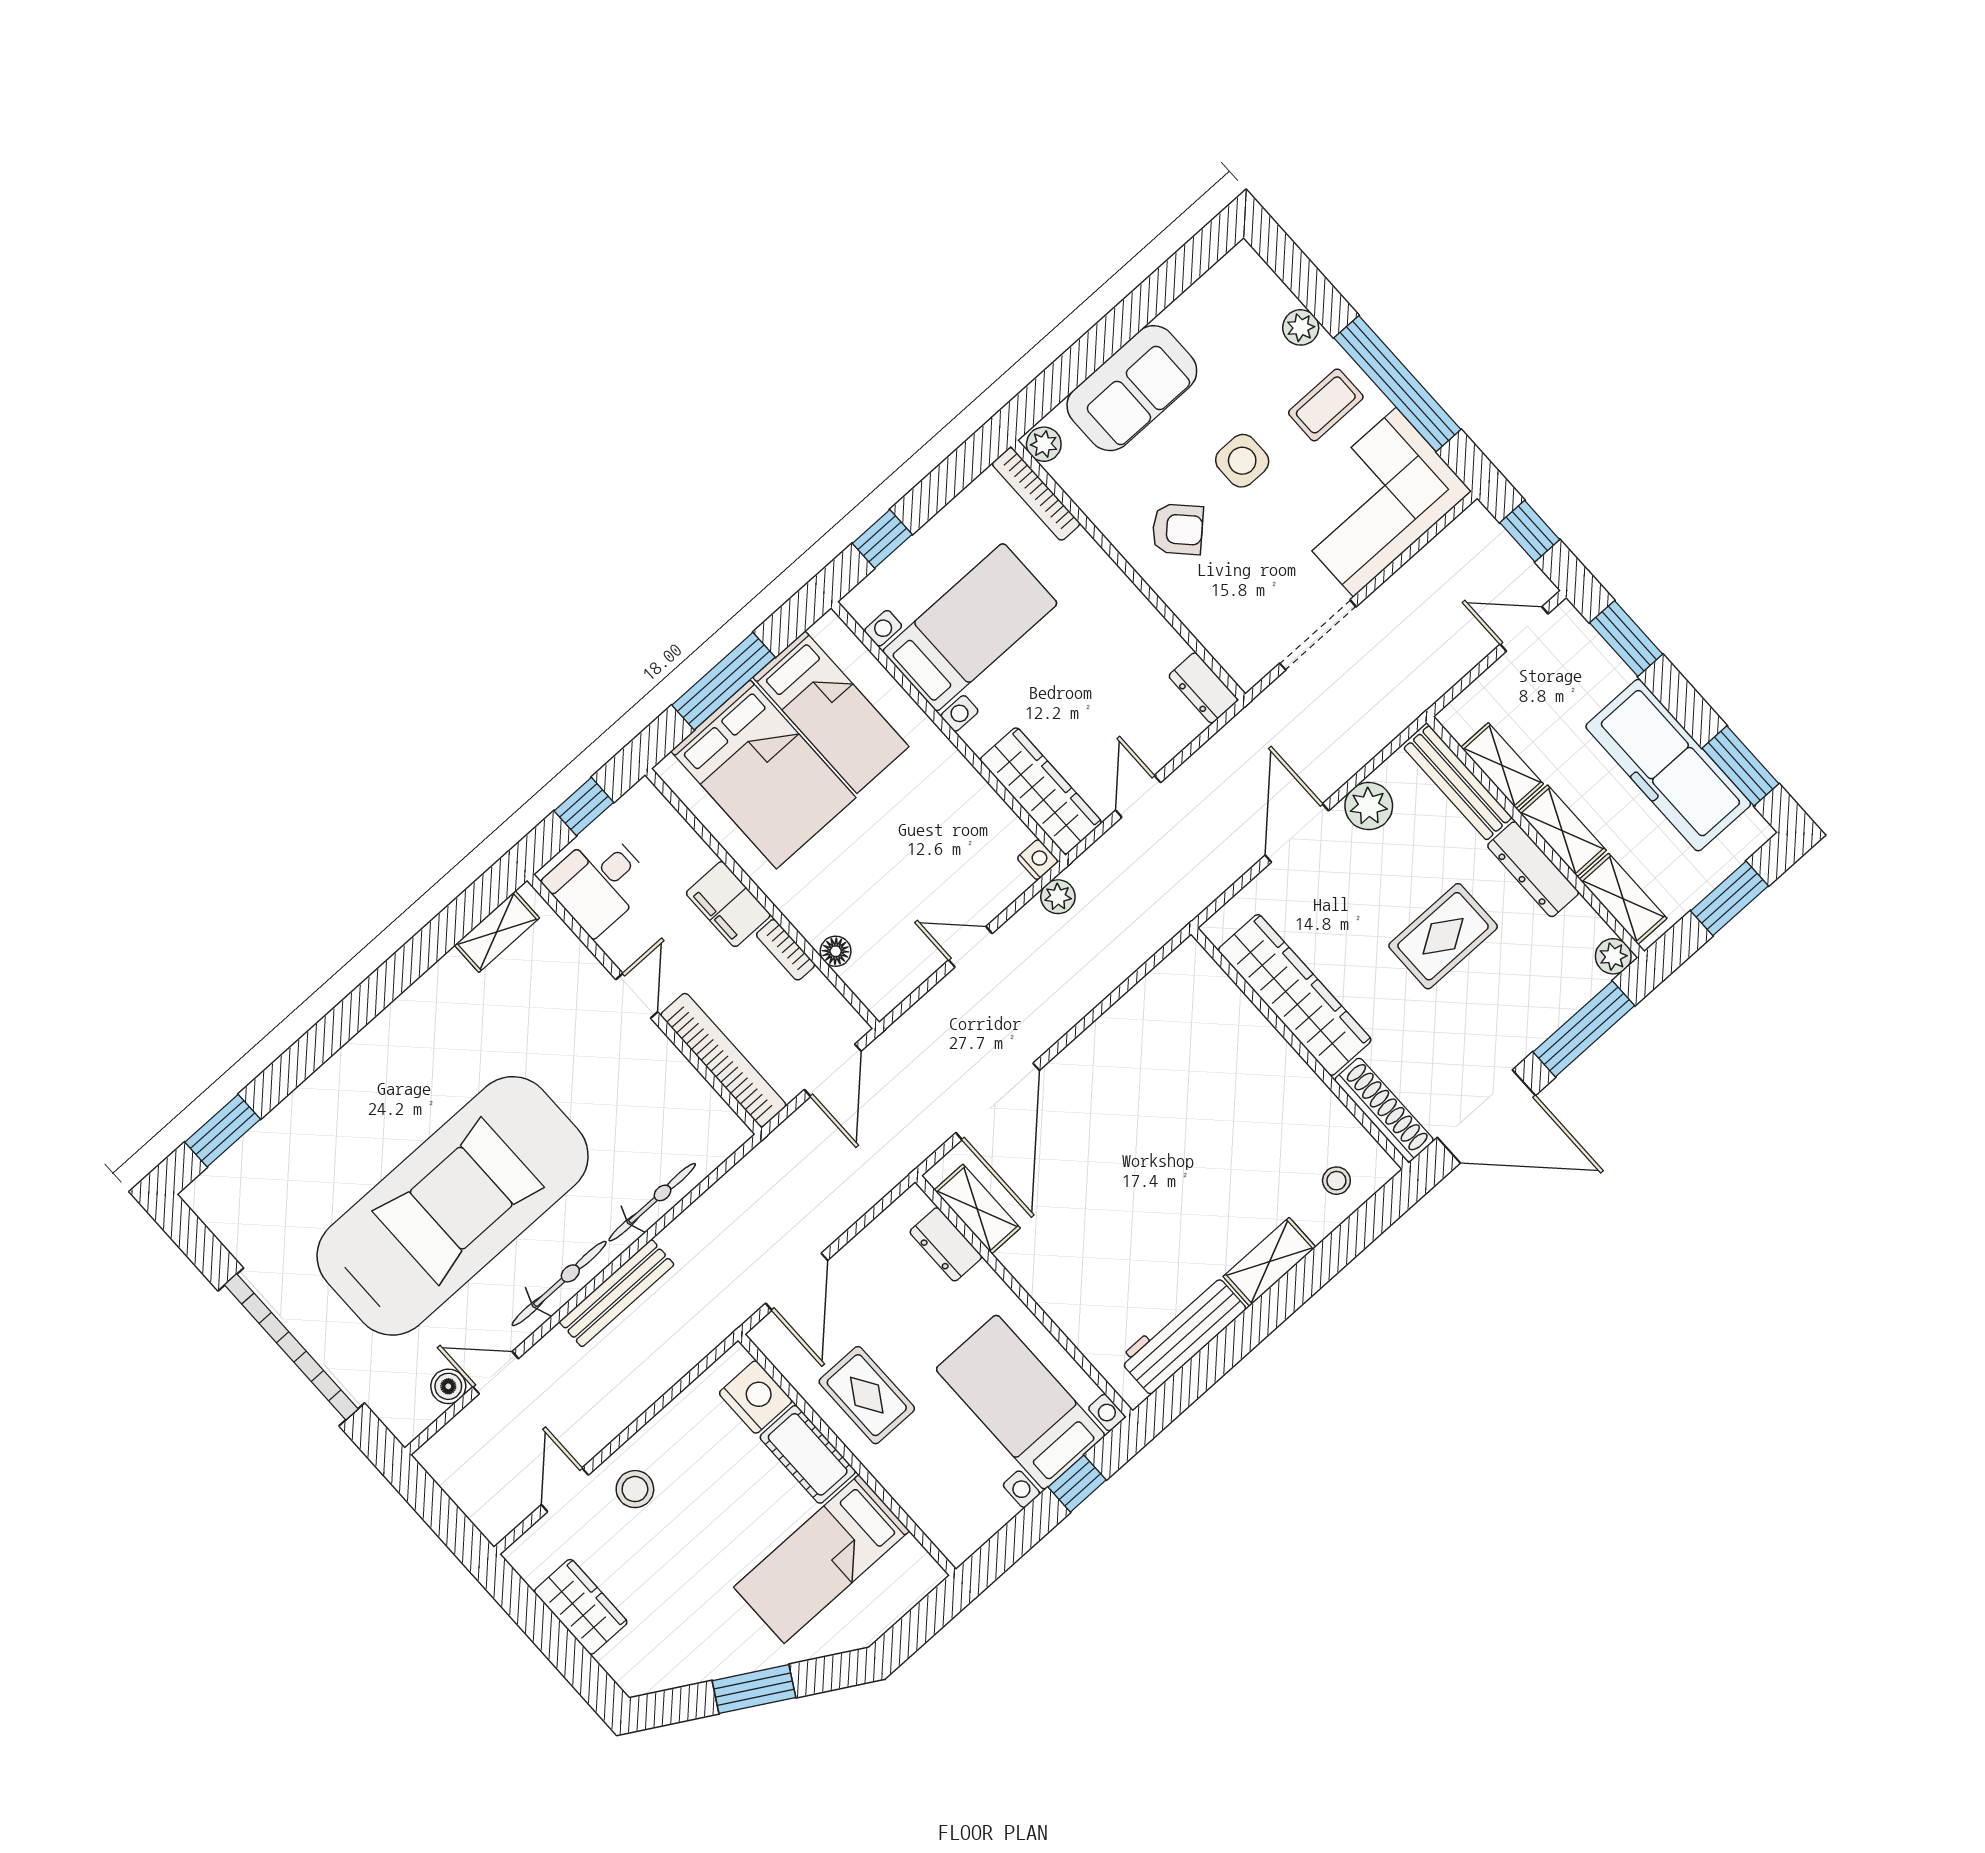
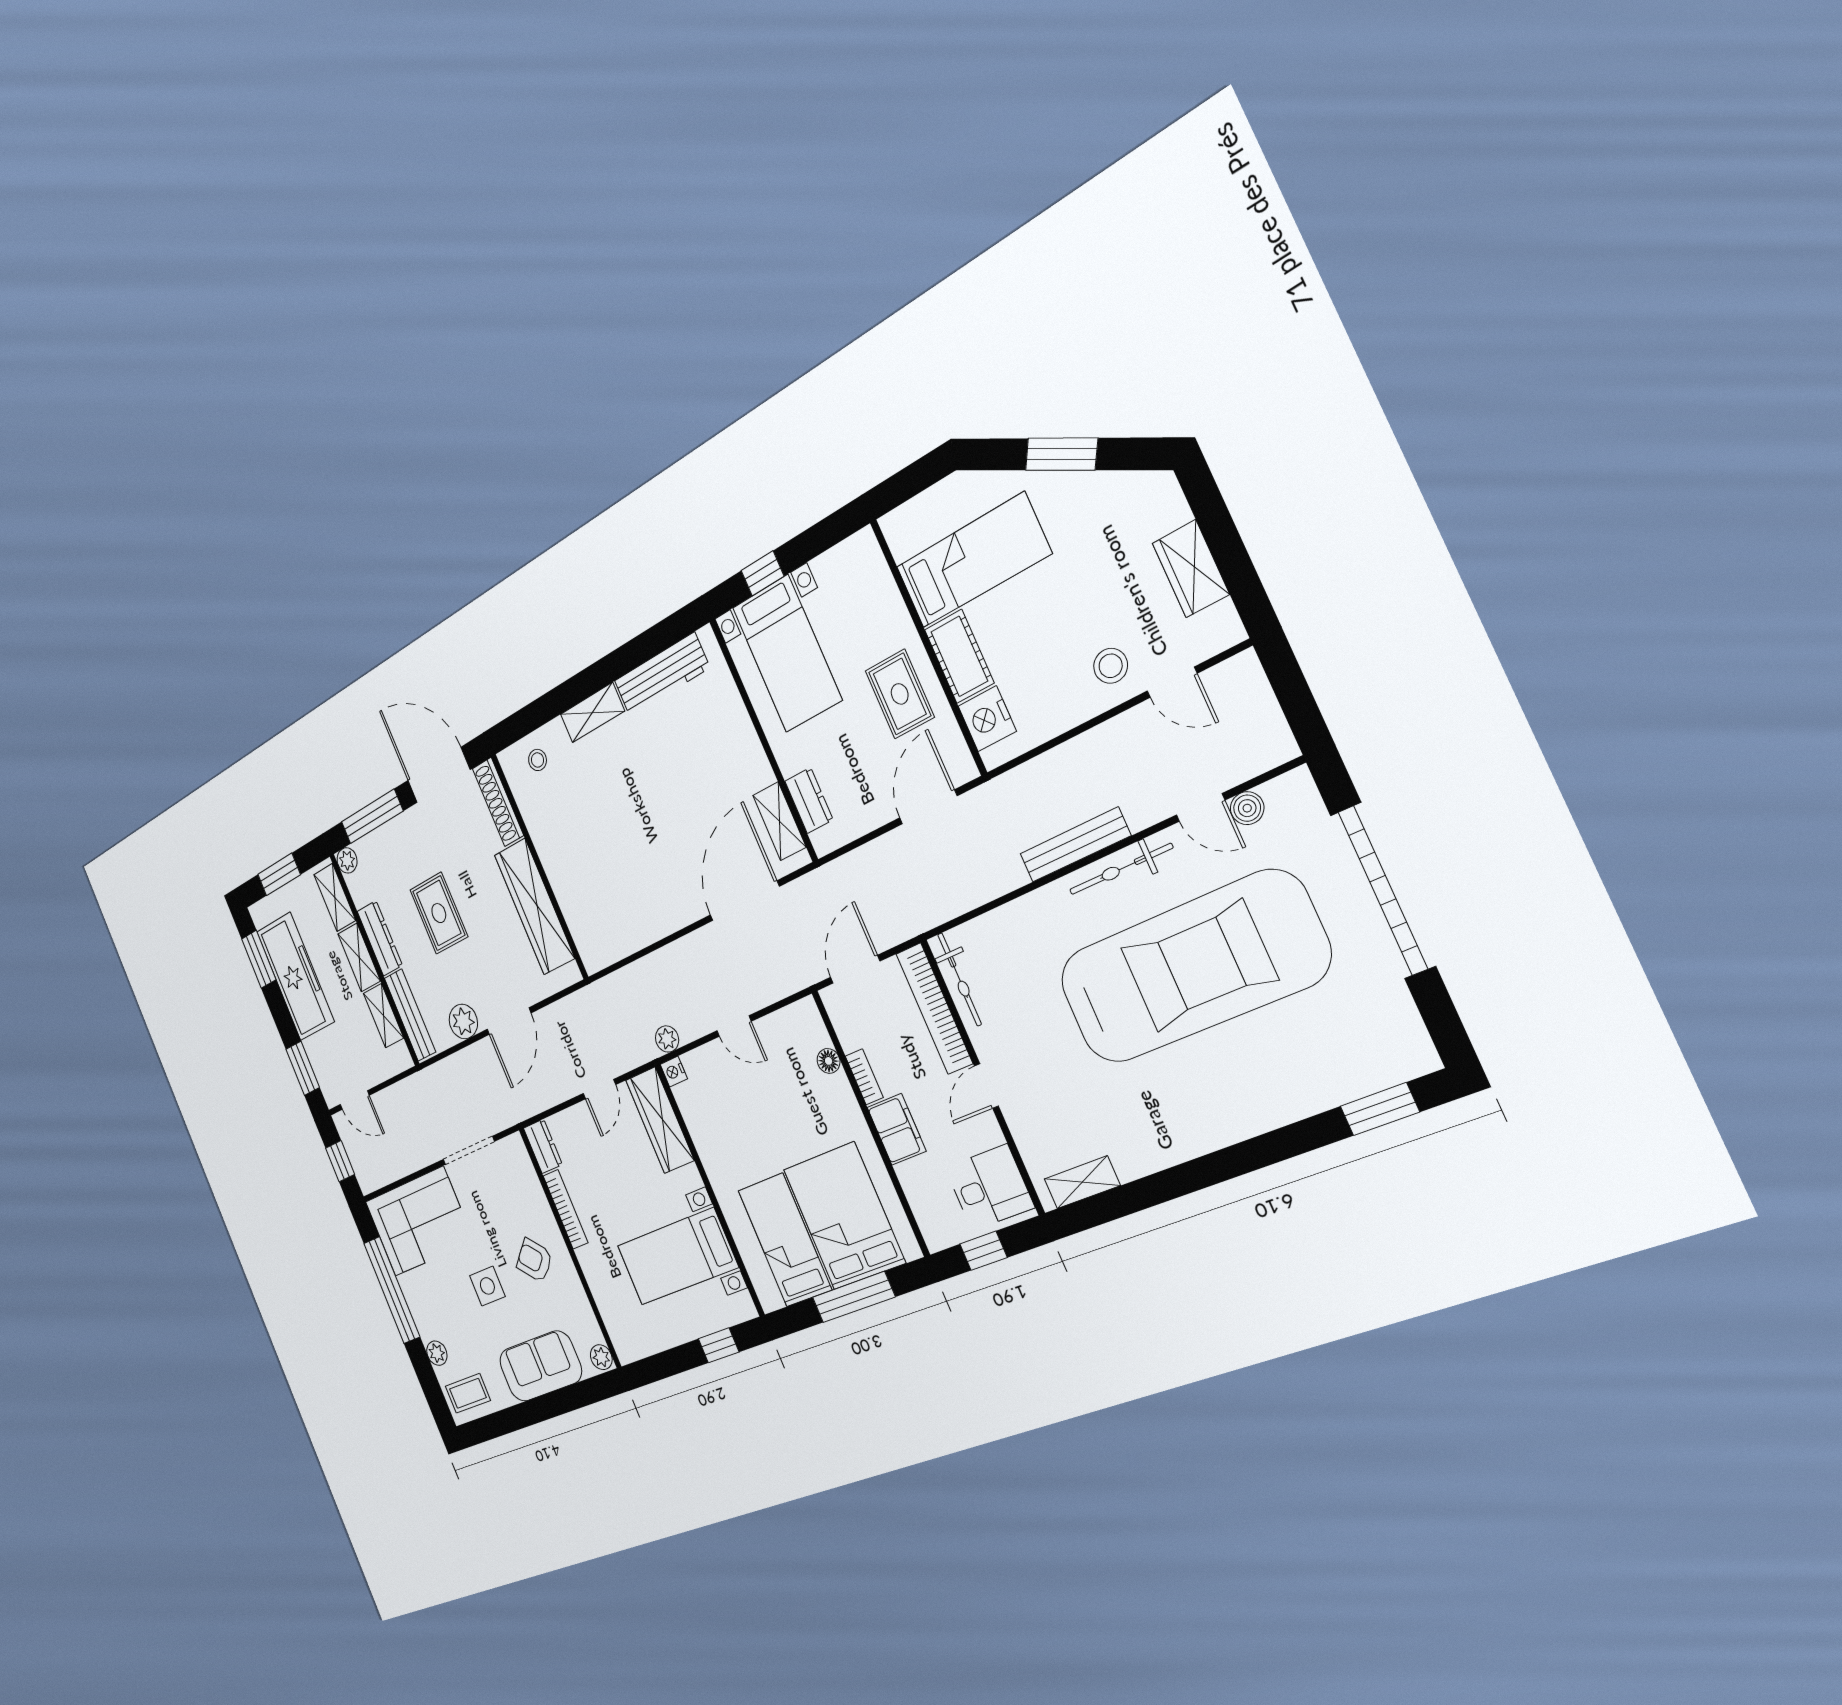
coffee table: (1326, 405) -> (468, 1393), moved
bookcase: (1036, 494) -> (566, 1209), moved
rug: (1443, 936) -> (439, 913), turned 90
bicycle: (652, 1202) -> (960, 979), moved, turned -90
car: (453, 1206) -> (1192, 968), turned 180
door: (565, 1490) -> (1172, 682), hinge flipped

